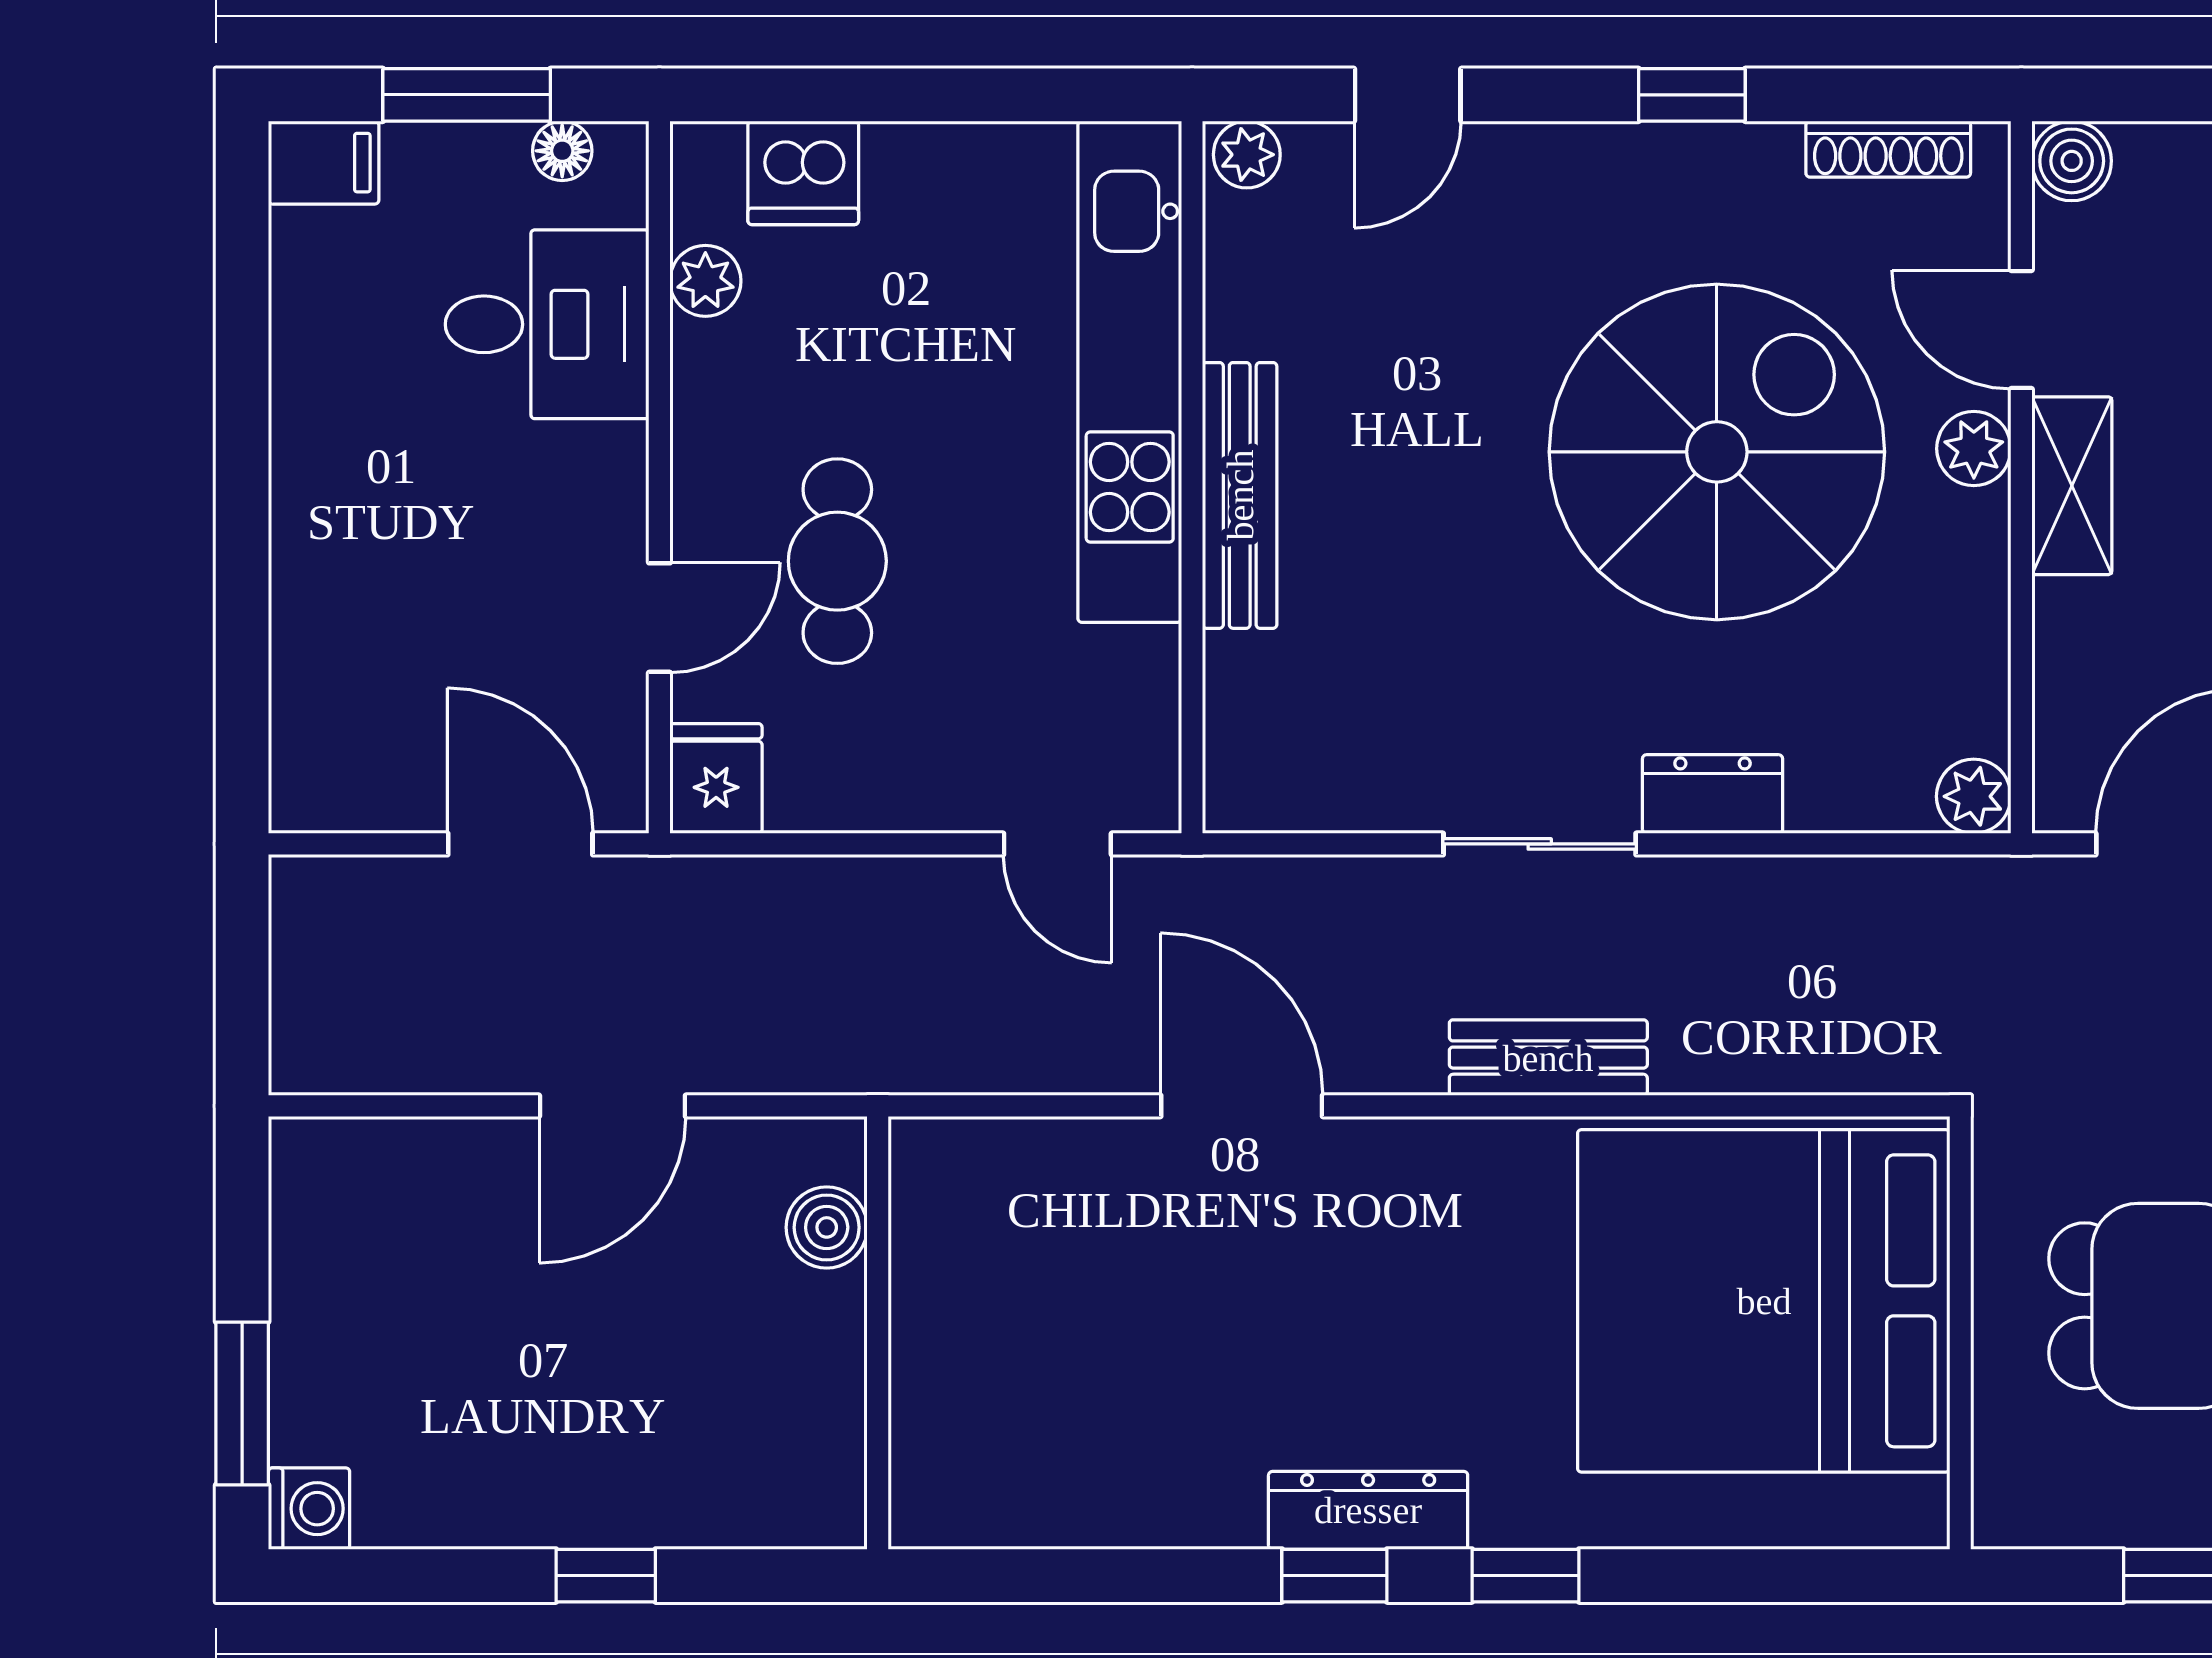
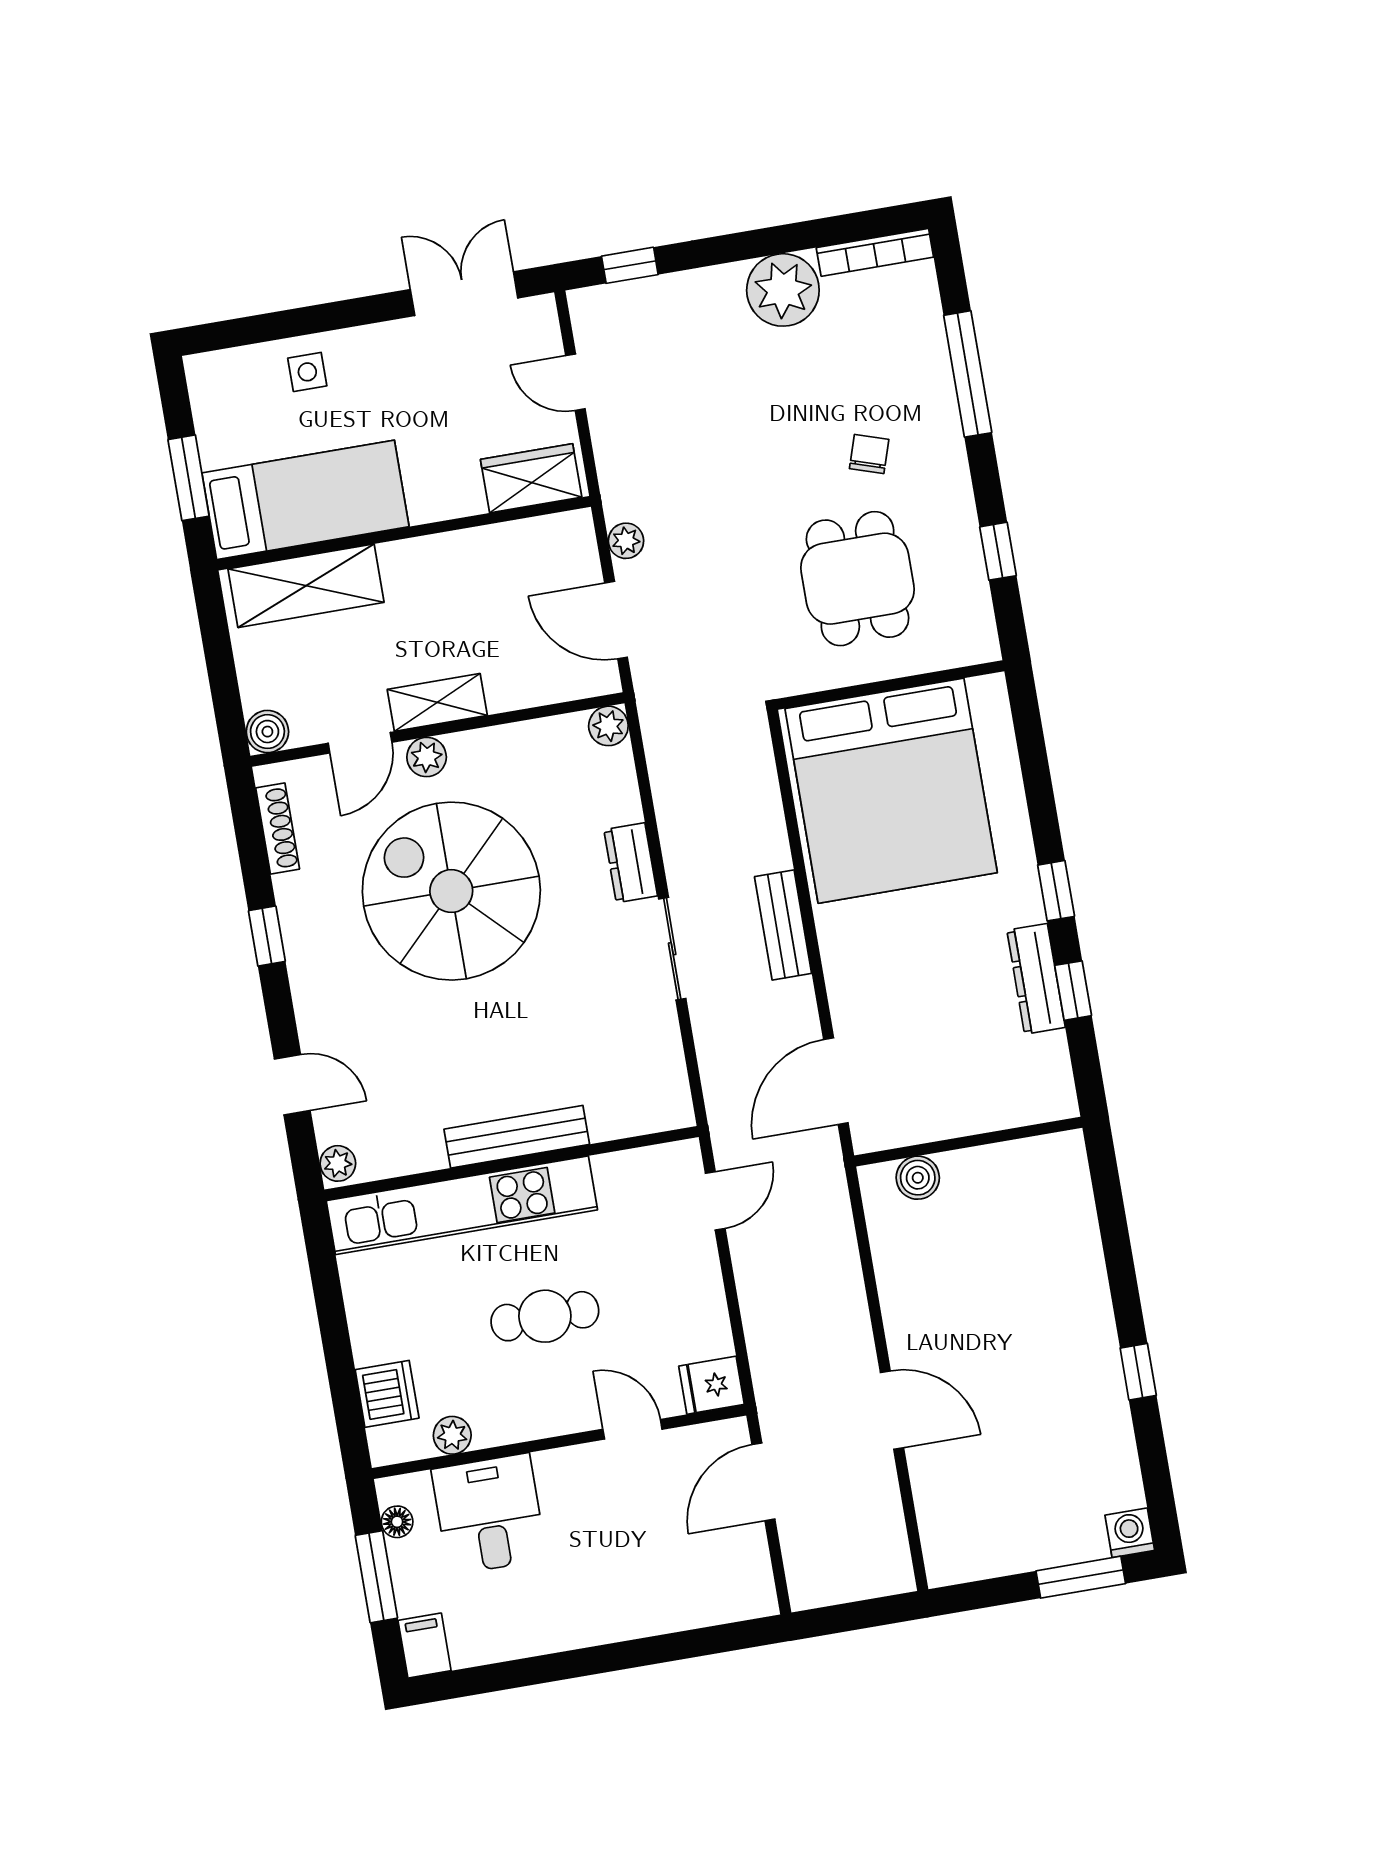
cafe table: (837, 561) -> (545, 1316), moved
boiler: (827, 1227) -> (918, 1178), moved
wall: (878, 1333) -> (968, 1142), moved

